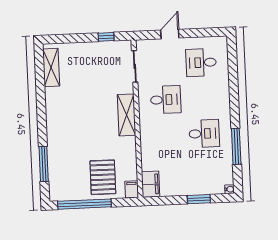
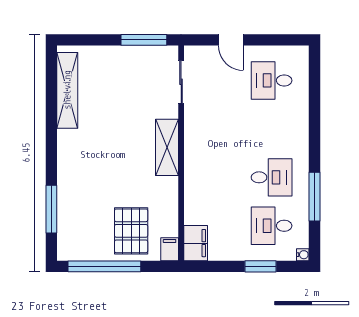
door: (170, 34) -> (231, 40), swing flipped
window: (106, 37) -> (144, 40), width x2.17
shelving: (51, 67) -> (67, 90), width x1.47
desk: (166, 100) -> (272, 226), moved, turned 180

